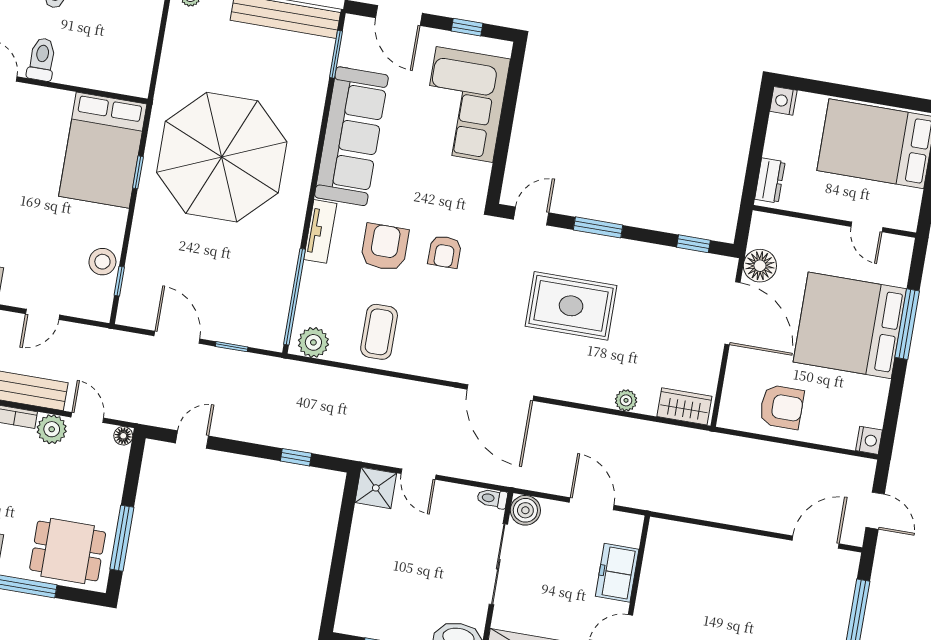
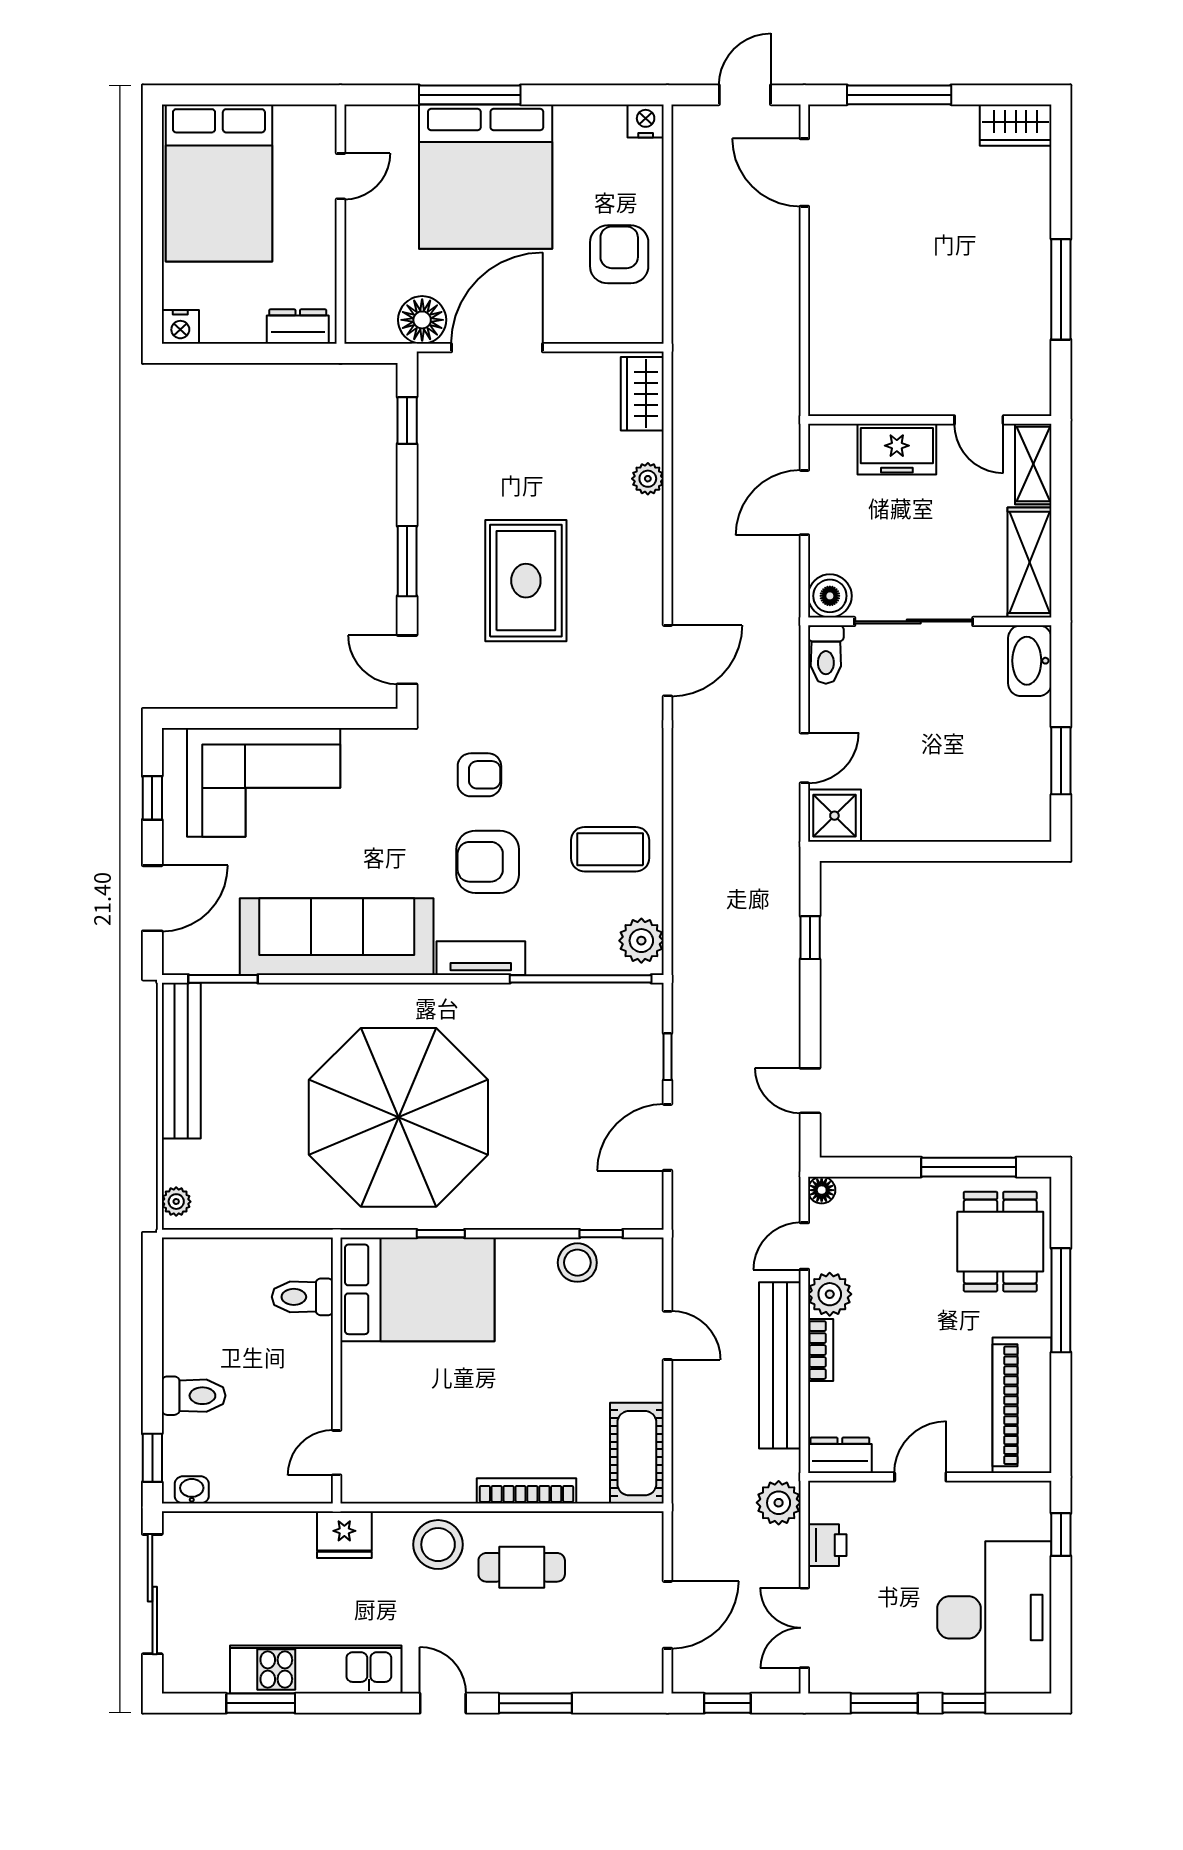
toilet: (42, 59) -> (302, 1297), moved
door: (500, 393) -> (667, 661), width x0.73
toilet: (492, 498) -> (826, 654), width x1.37, depth x1.39

